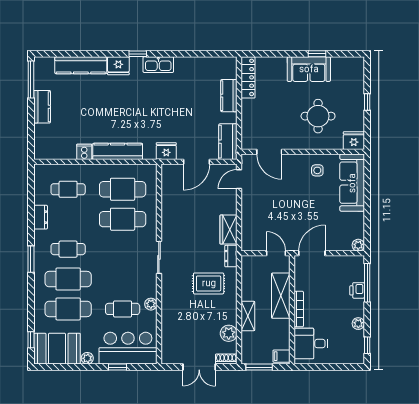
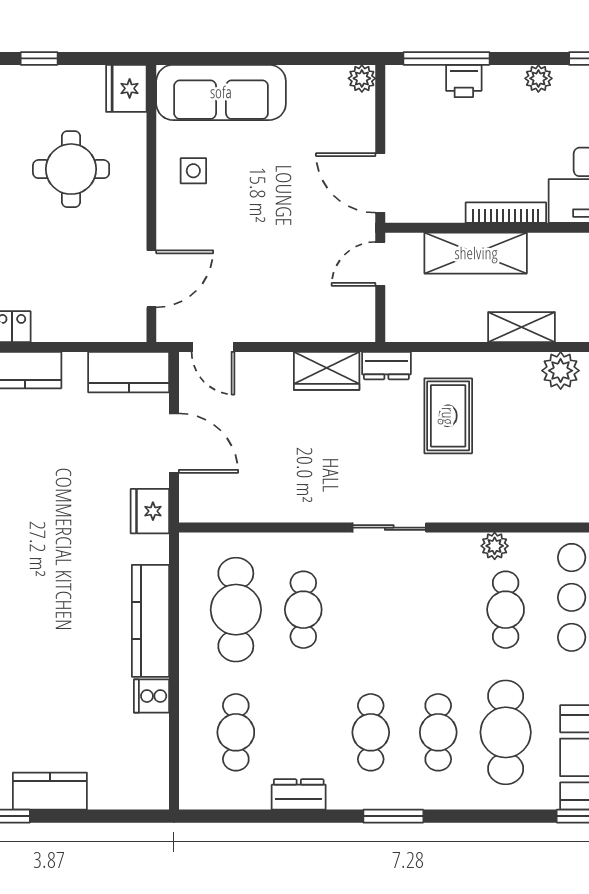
cafe table: (123, 219) -> (303, 610), width x0.73, depth x0.74
cafe table: (68, 279) -> (438, 732), width x0.73, depth x0.74

